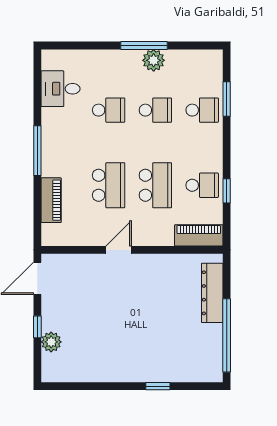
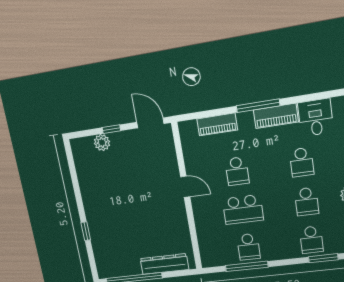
school desk: (109, 185) -> (237, 171), width x0.54
window: (227, 191) -> (247, 266), width x2.17
piano: (199, 235) -> (276, 116), moved, turned 90

